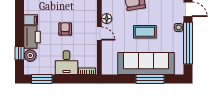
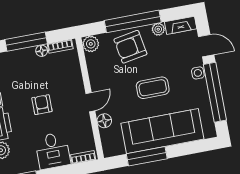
floor lamp: (107, 19) -> (104, 121), moved
door: (99, 34) -> (90, 102), hinge flipped
window: (150, 79) -> (147, 156), moved

